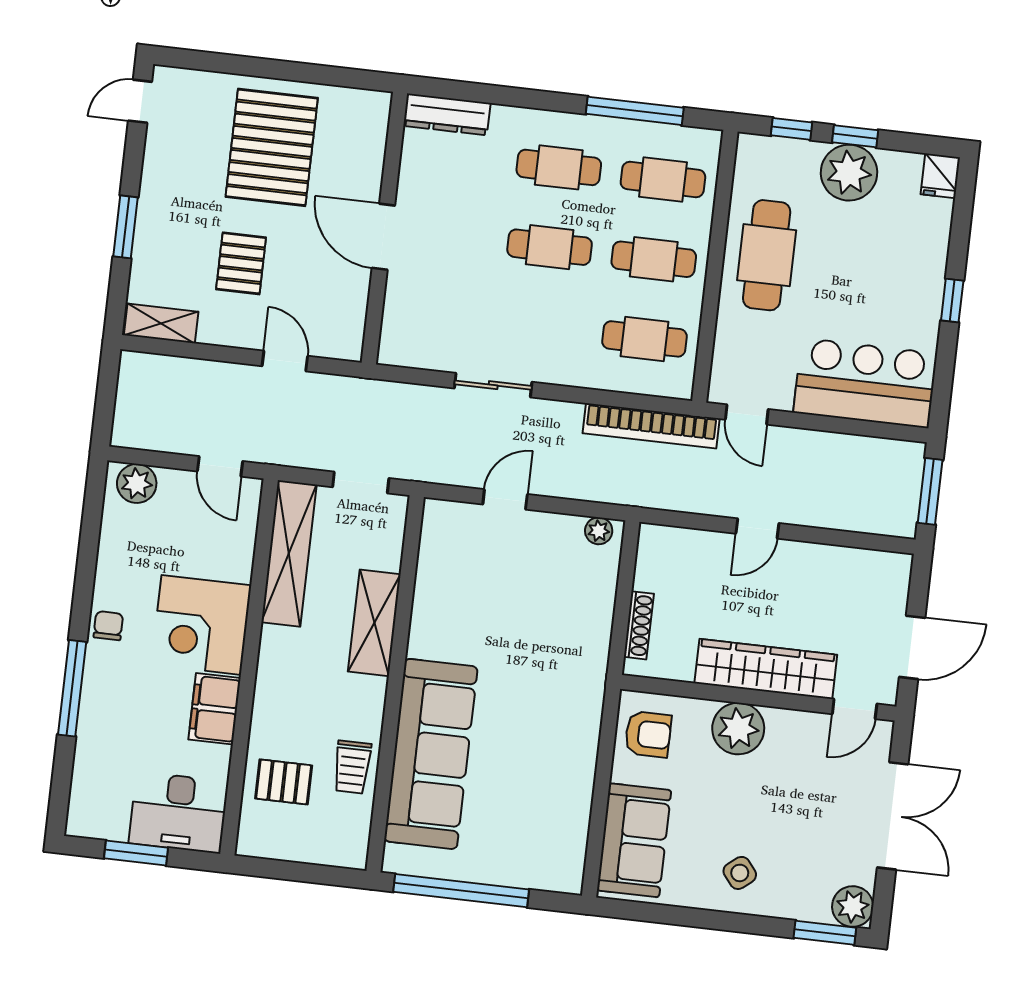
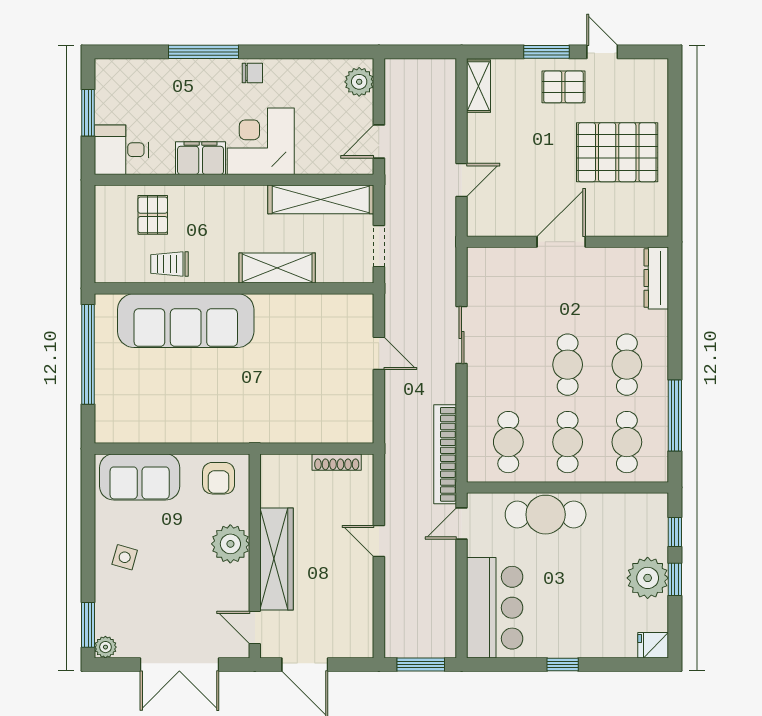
door: (140, 101) -> (602, 52), moved
cafe table: (767, 255) -> (546, 515), moved
pallet: (241, 263) -> (563, 87), moved
plant: (599, 531) -> (364, 425), removed
shoe rack: (639, 625) -> (337, 462), moved
desk: (179, 812) -> (121, 150), width x0.73
side table: (740, 873) -> (125, 557), turned -35
plant: (853, 907) -> (105, 647), width x0.73, depth x0.73

